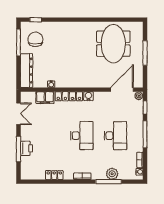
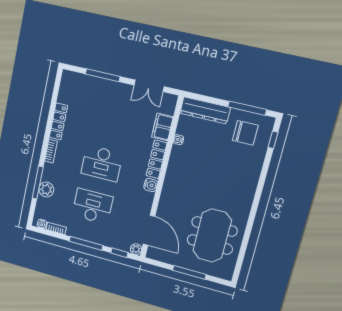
meeting table: (113, 44) -> (212, 235), turned 90
desk: (115, 136) -> (92, 206), turned 180
printer: (26, 148) -> (101, 86), removed
locker: (54, 175) -> (58, 121), width x1.53

